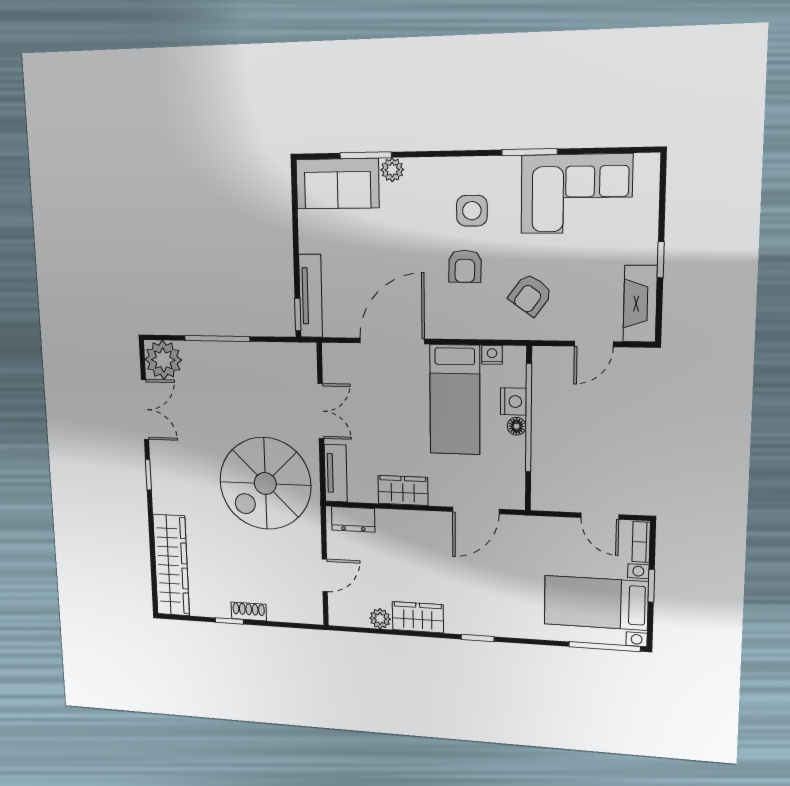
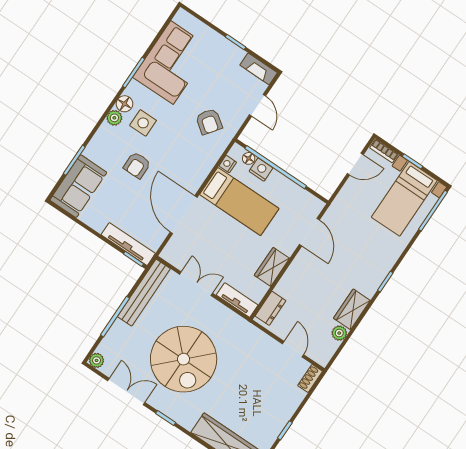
floor lamp: (480, 169) -> (124, 104), added
plant: (392, 170) -> (114, 118), moved
armchair: (465, 266) -> (137, 165), moved, turned 89
fireplace: (640, 304) -> (259, 69), width x0.73, depth x0.76
bench: (268, 354) -> (144, 293), added
plant: (163, 360) -> (97, 360), width x0.53, depth x0.53
floor lamp: (517, 426) -> (249, 158), moved
spiral stairs: (265, 483) -> (184, 359), moved
shoe rack: (249, 611) -> (310, 378), moved

